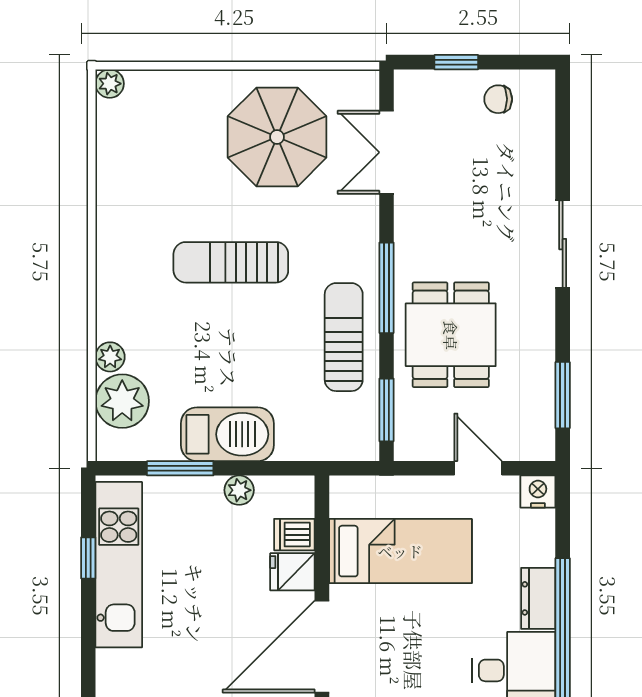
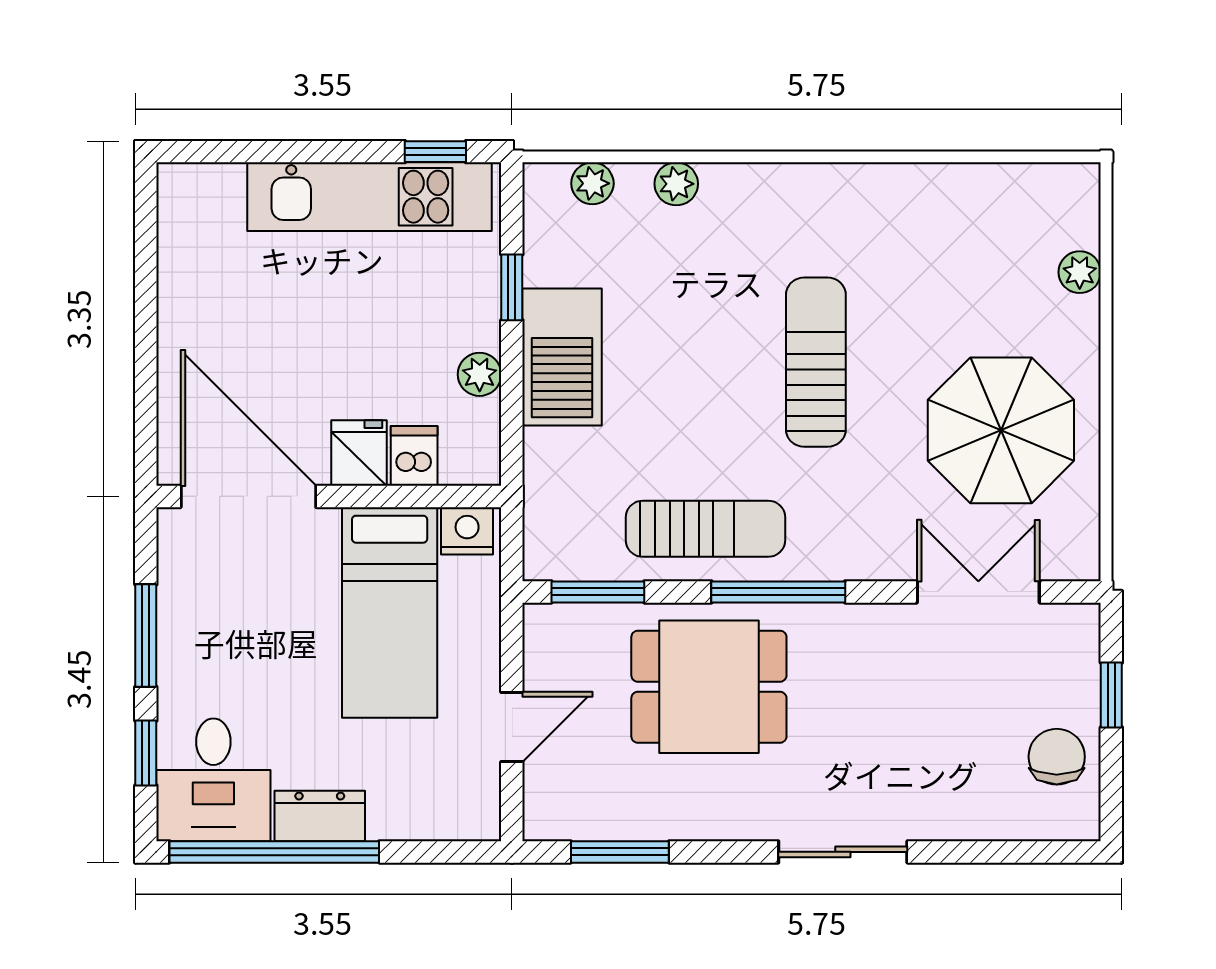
plant: (110, 84) -> (1080, 272), moved
chair: (498, 99) -> (1057, 757), width x1.37, depth x1.37
plant: (122, 401) -> (592, 183), width x0.53, depth x0.53
window: (180, 468) -> (512, 287), width x0.67
nightstand: (538, 492) -> (467, 531), moved, turned -90
window: (88, 558) -> (435, 152), moved

